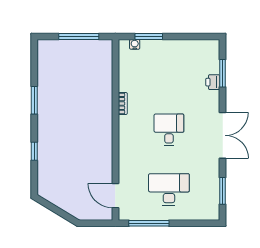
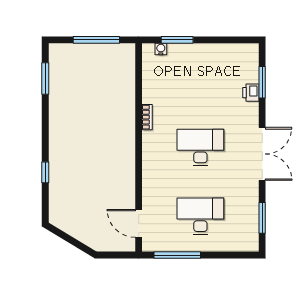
window: (34, 100) -> (45, 78), moved
desk: (169, 130) -> (200, 147), width x1.37

